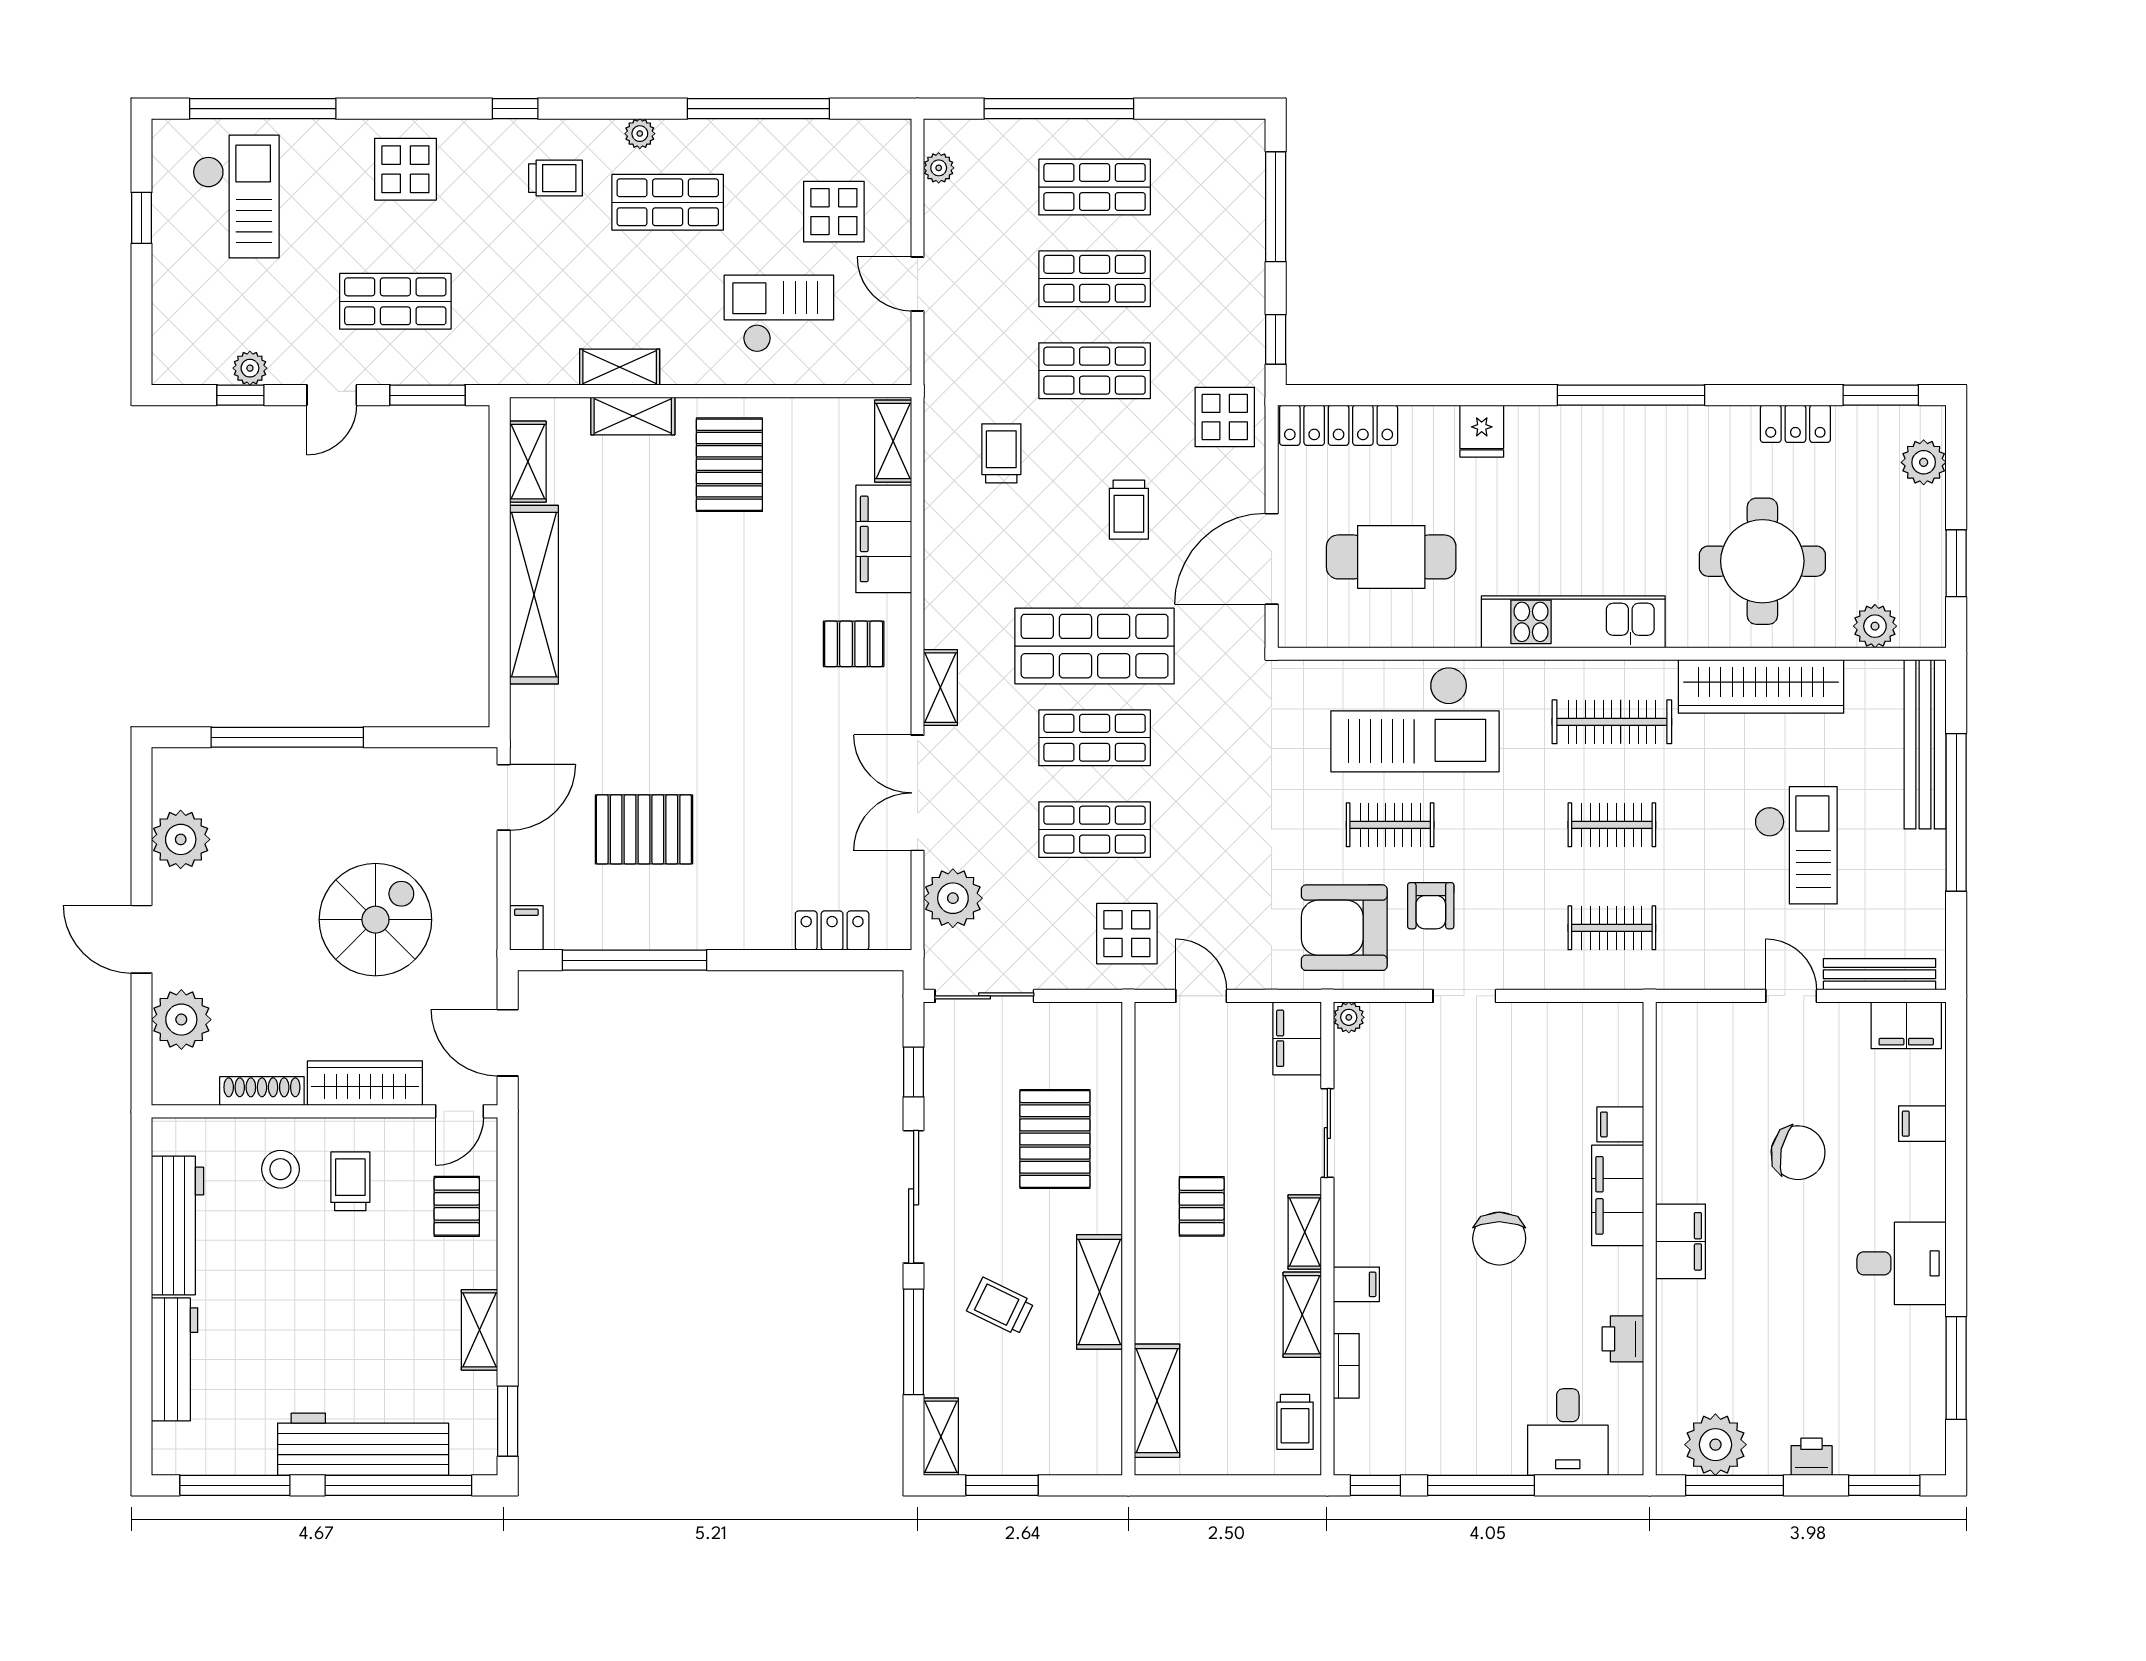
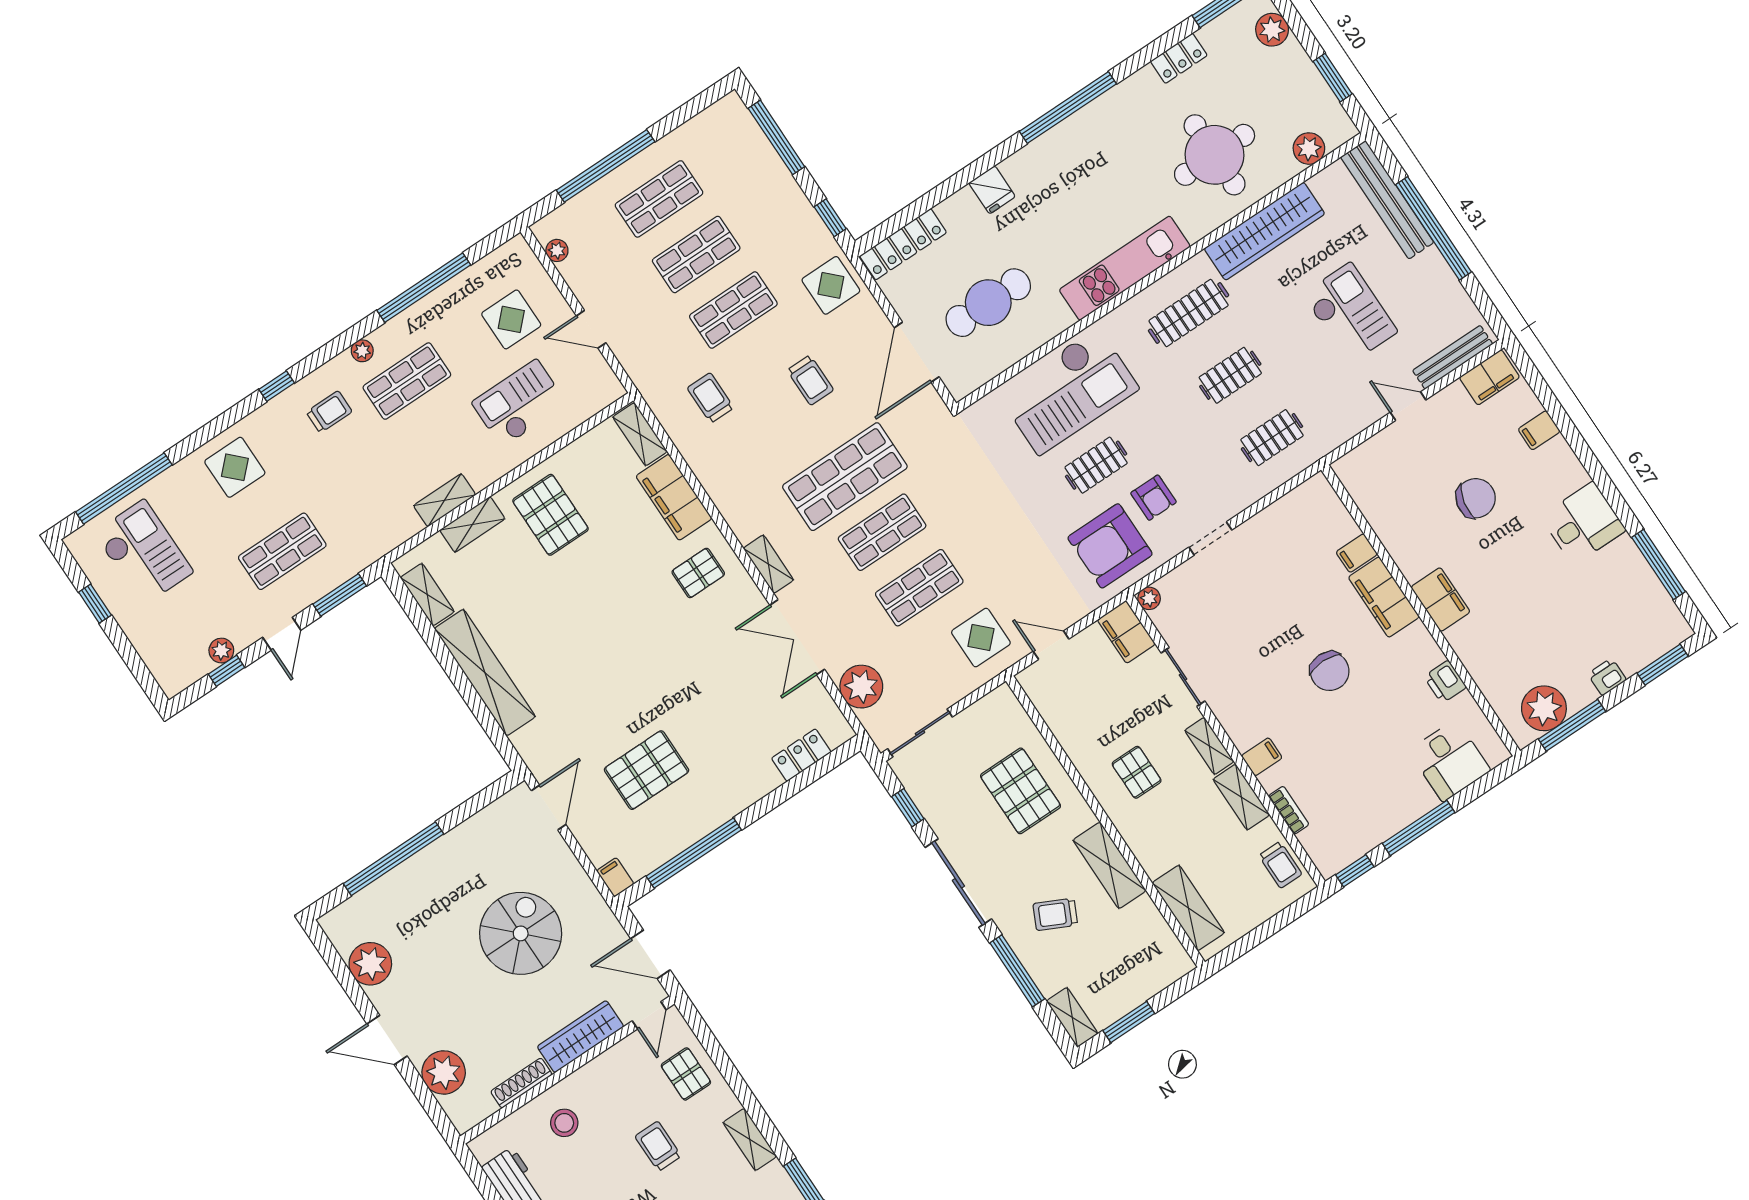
trolley: (350, 1181) -> (658, 1146), moved

